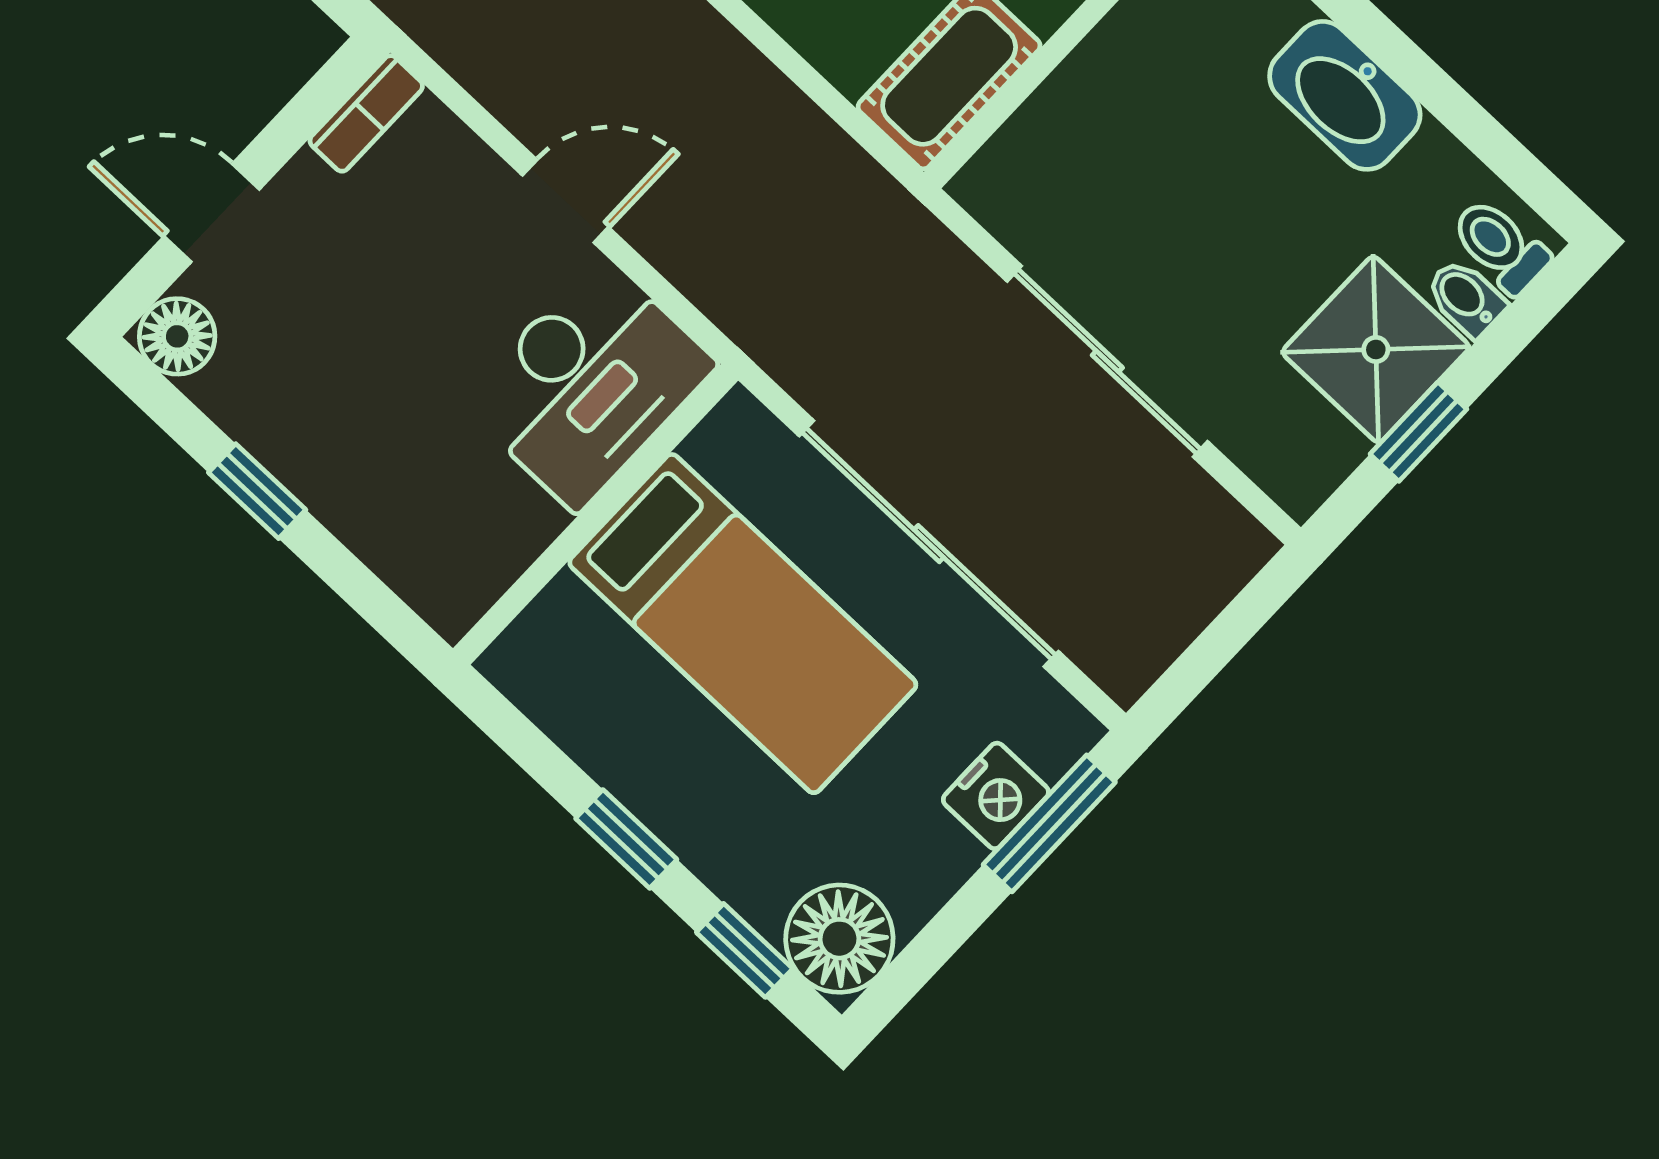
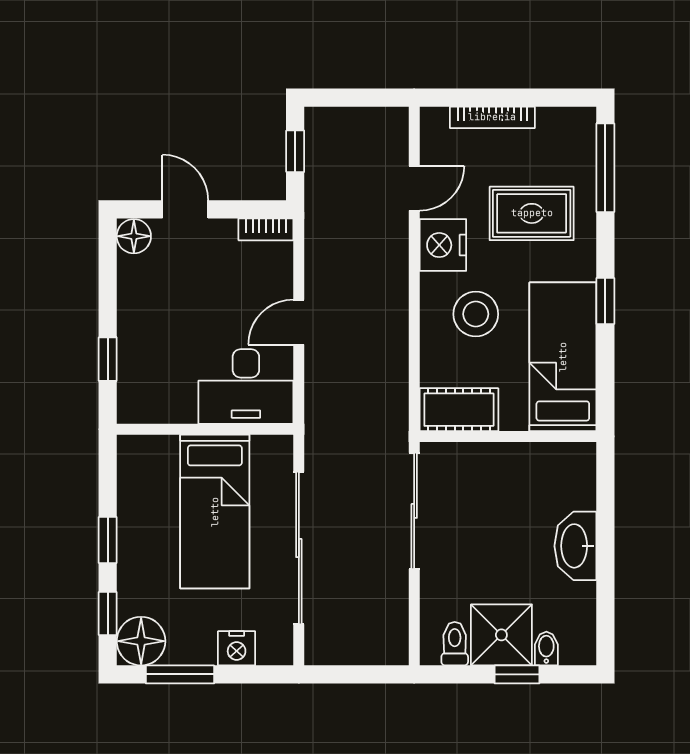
door: (565, 201) -> (299, 322), swing flipped
toilet: (1500, 246) -> (455, 644), moved
sliding door: (1107, 361) -> (414, 511), moved
window: (1418, 432) -> (517, 674), moved
window: (257, 491) -> (108, 359), moved
window: (1049, 823) -> (180, 674), moved

